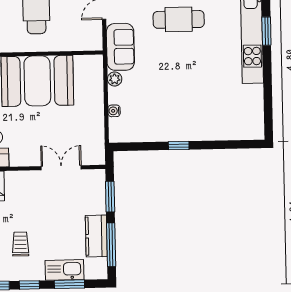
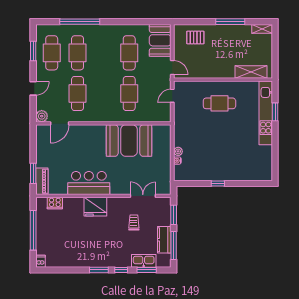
sofa: (120, 47) -> (182, 120), removed
plant: (115, 79) -> (178, 151), moved
trolley: (20, 244) -> (134, 223), moved

